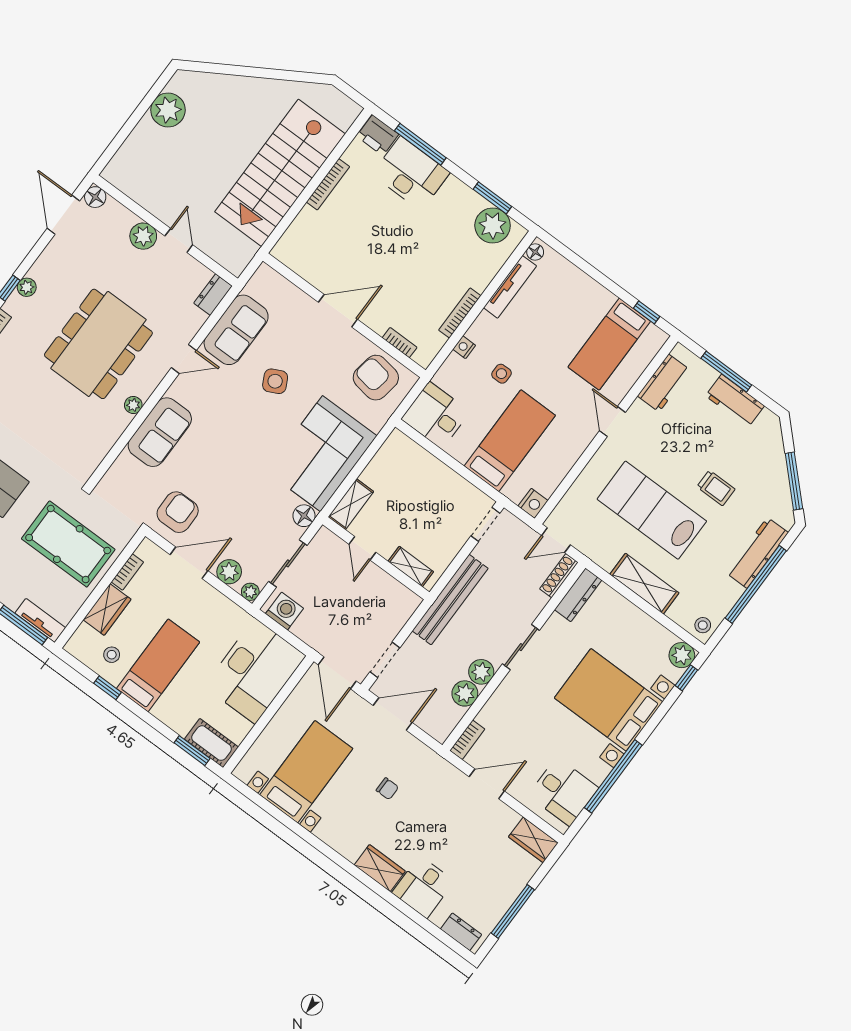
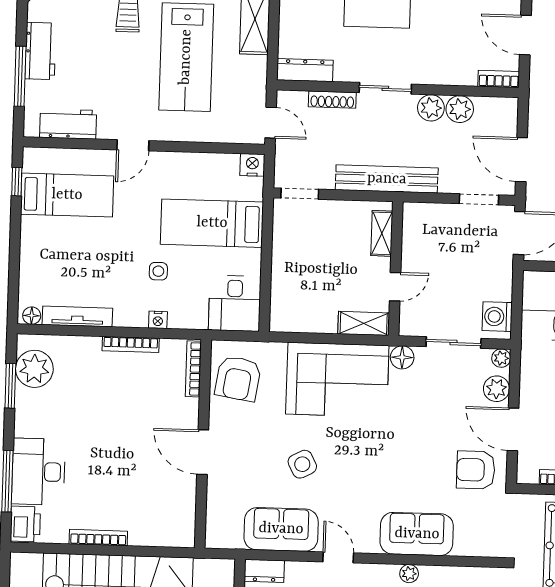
bookcase: (400, 343) -> (193, 369), width x1.56
shoe rack: (559, 576) -> (332, 100), moved

